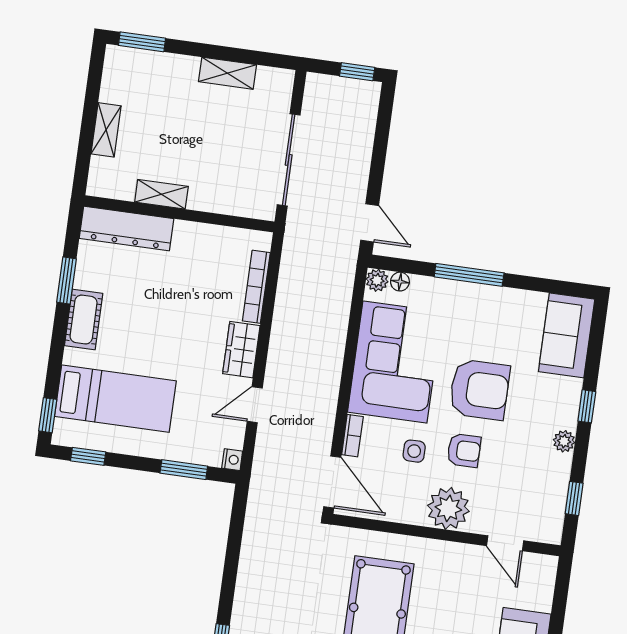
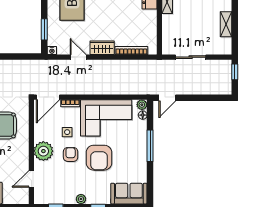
window: (357, 72) -> (235, 72), moved
sliding door: (289, 160) -> (191, 57), width x0.73
armchair: (464, 450) -> (71, 154), turned 180

